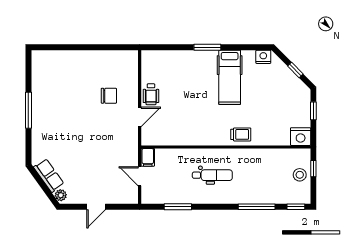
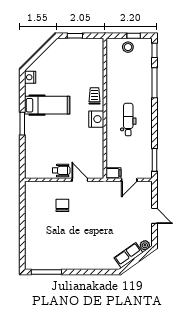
window: (295, 70) -> (41, 51), removed
window: (28, 110) -> (46, 272), moved
nightstand: (301, 137) -> (96, 119), moved
window: (313, 169) -> (134, 36), moved
window: (178, 207) -> (154, 160), moved

